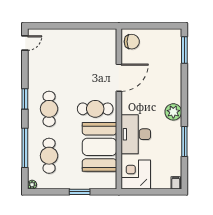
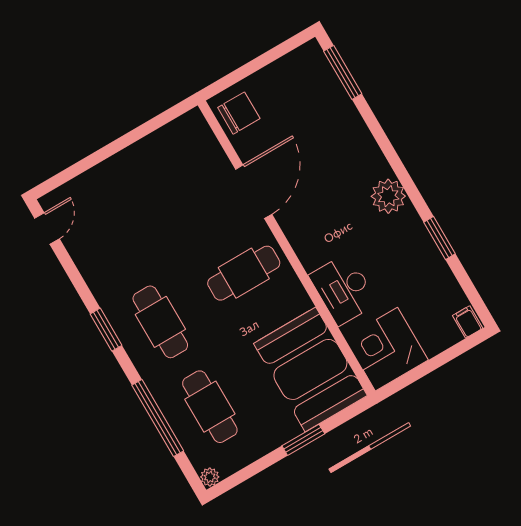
desk: (136, 134) -> (343, 289), width x0.73, depth x0.77
window: (184, 142) -> (439, 238), width x0.69
booth: (99, 147) -> (310, 369), moved

